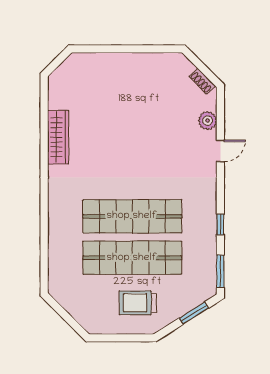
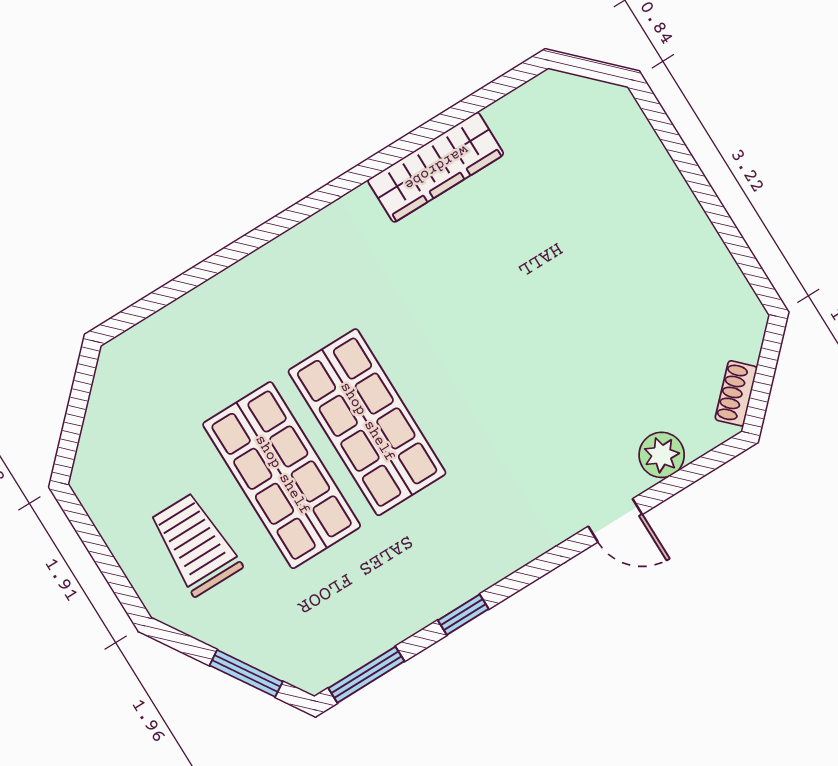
shop shelf: (132, 216) -> (367, 422), width x0.71
shop shelf: (132, 258) -> (282, 475), width x0.71

